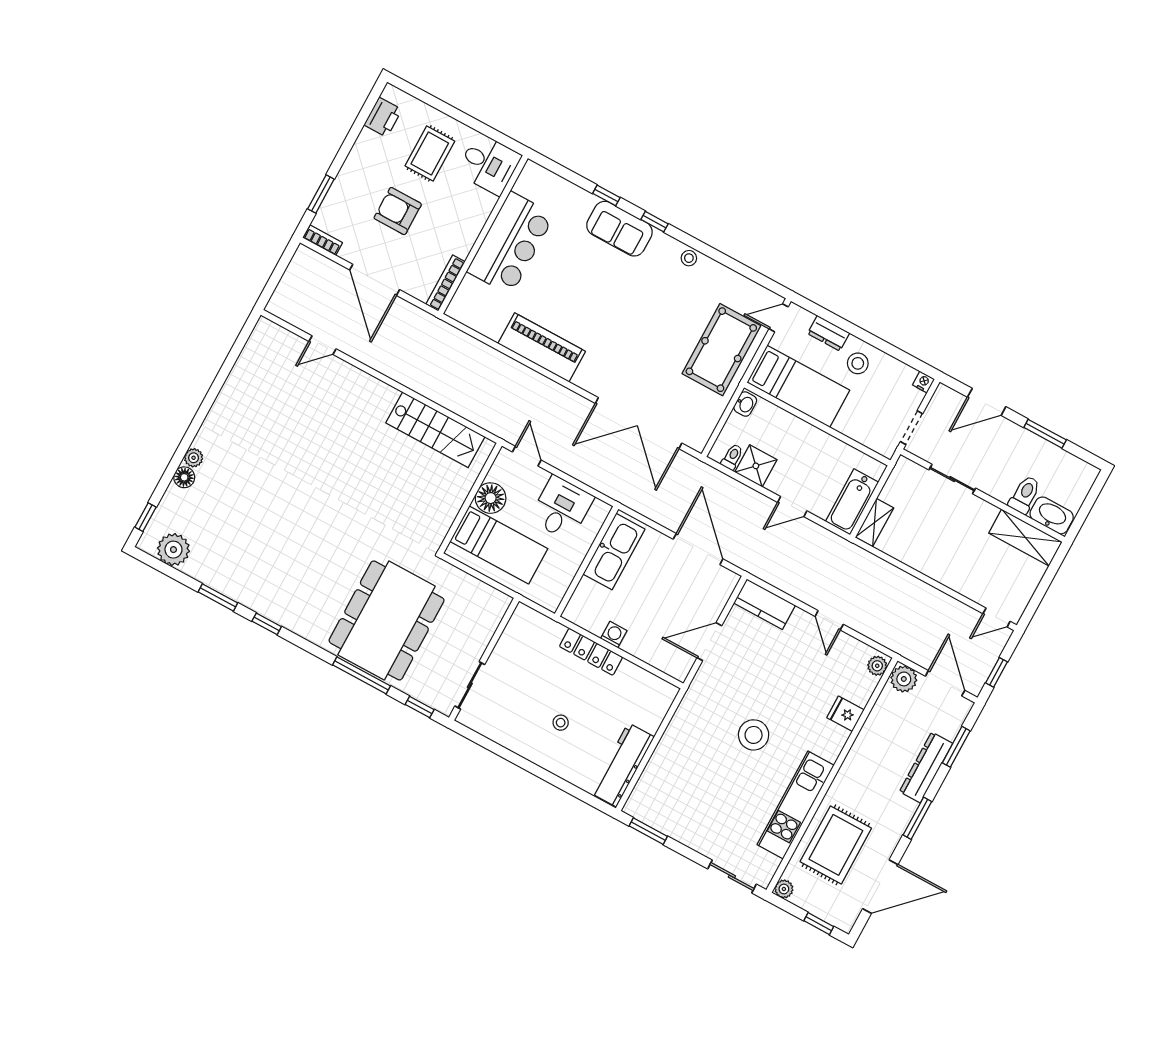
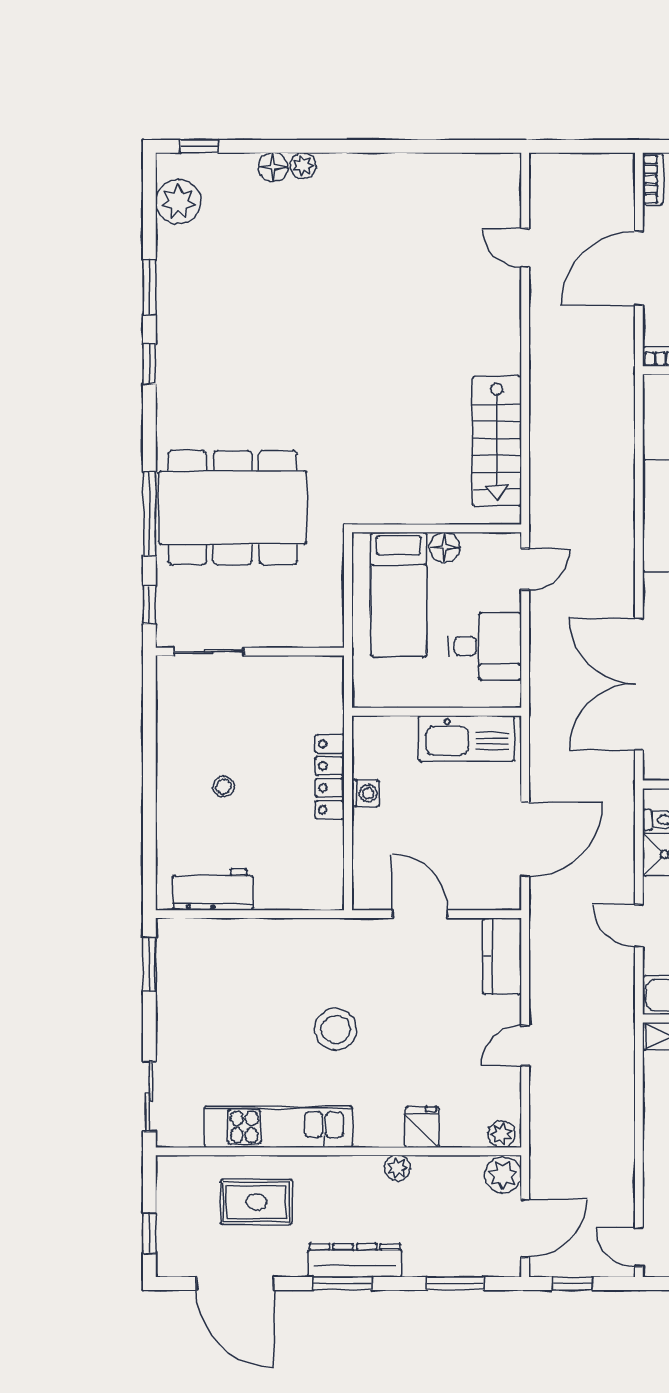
floor lamp: (491, 498) -> (444, 548), width x0.73, depth x0.73
workbench: (622, 765) -> (213, 890), width x0.73
dresser: (926, 767) -> (355, 1260), moved
rug: (836, 845) -> (256, 1202), width x0.73, depth x0.70
plant: (784, 889) -> (397, 1168), moved

